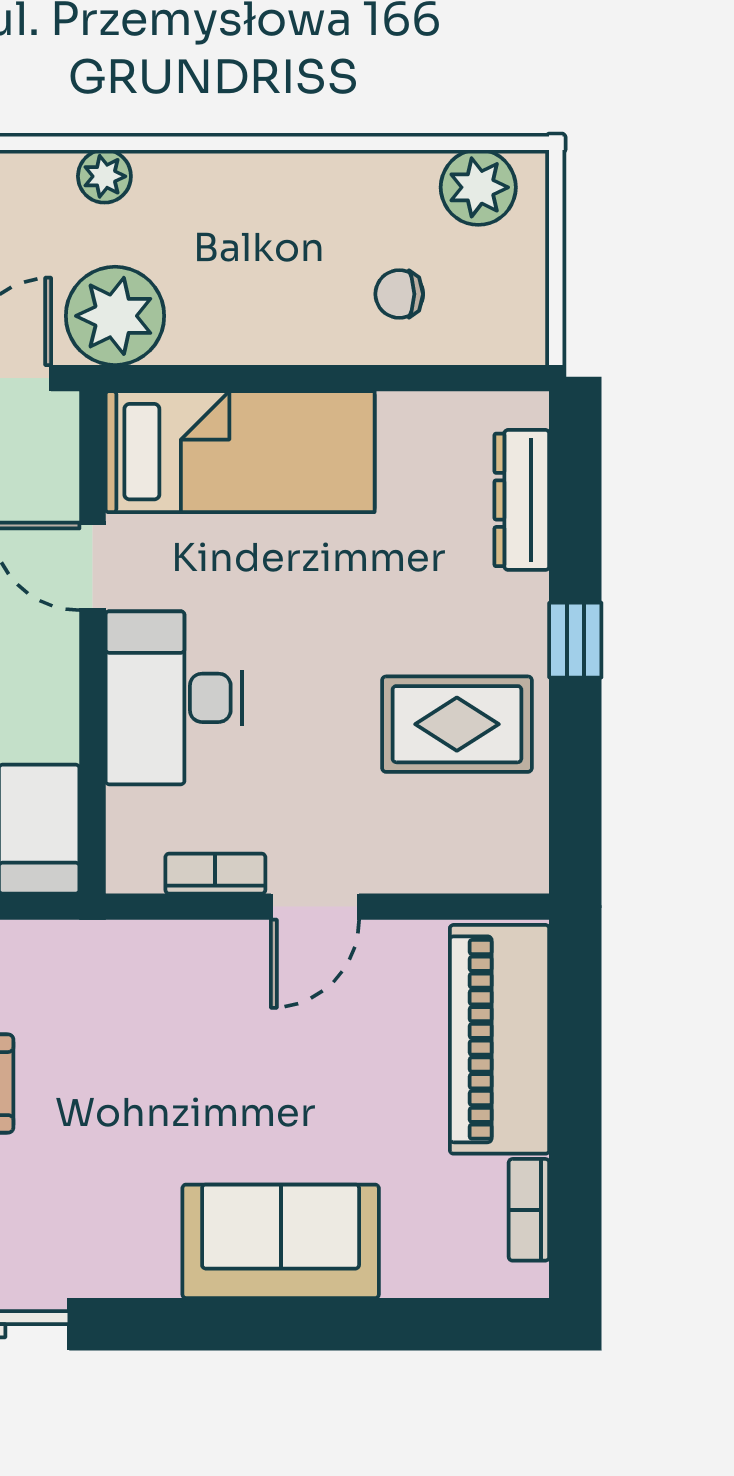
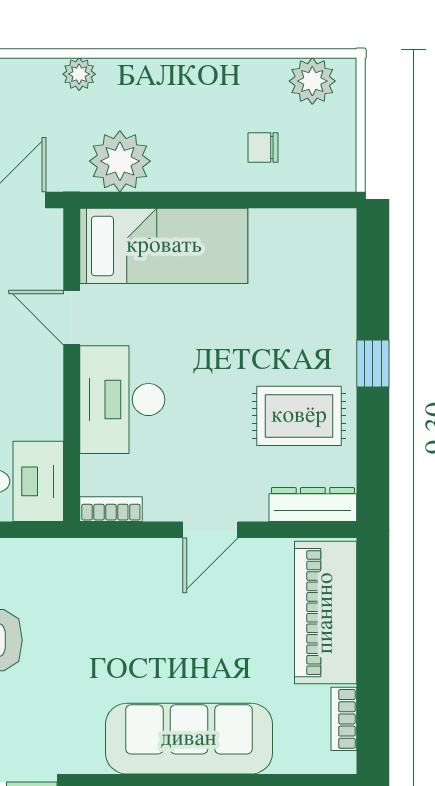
plant: (115, 316) -> (120, 161), moved
dresser: (522, 500) -> (313, 505), moved, turned 90
bookcase: (215, 874) -> (111, 509), moved
sofa: (281, 1241) -> (189, 739), width x1.36

